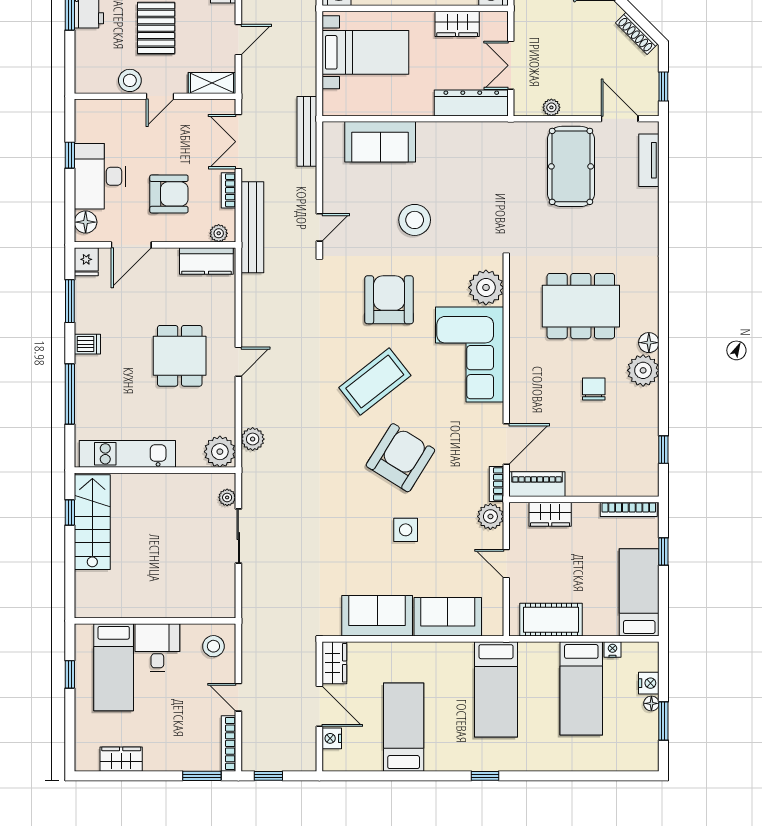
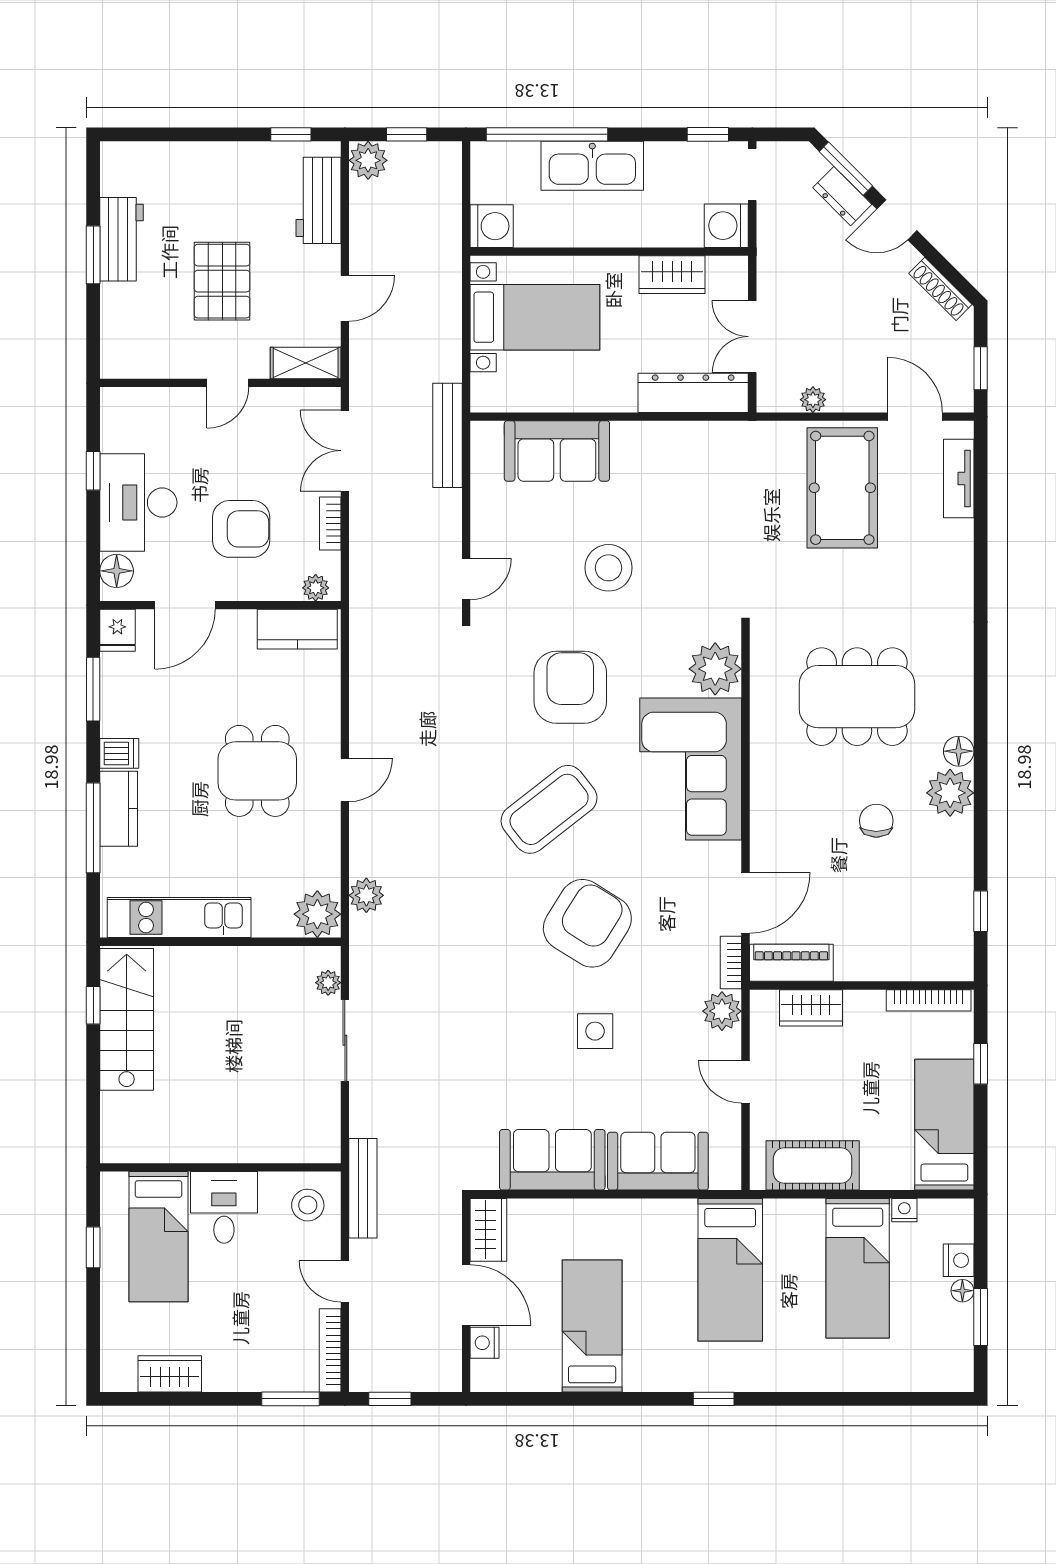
stool: (130, 80) -> (183, 359), removed
bench: (252, 227) -> (363, 1188), moved, width x0.73, depth x0.82
kitchen counter: (87, 381) -> (119, 809), added

